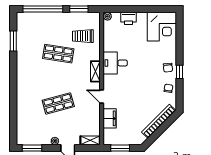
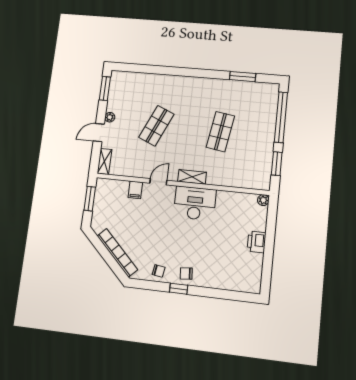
printer: (129, 18) -> (256, 242), moved
corner desk: (162, 27) -> (242, 272), removed
trolley: (83, 36) -> (240, 165), removed
desk: (115, 63) -> (195, 203), width x1.37
shop shelf: (58, 103) -> (156, 126), turned 39
filing cabinet: (110, 118) -> (135, 190), width x0.50

